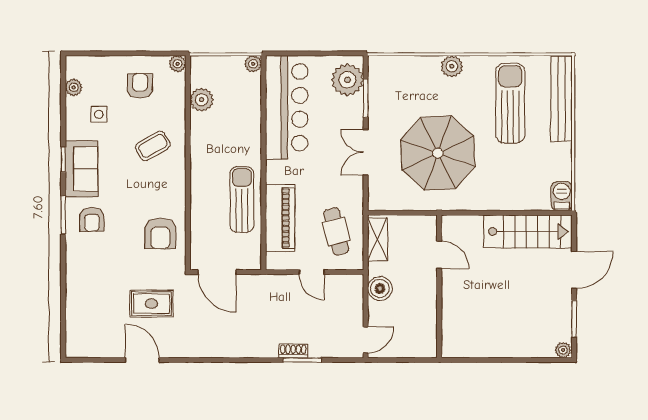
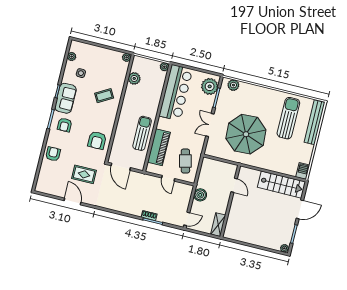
plant: (452, 66) -> (233, 85), moved
armchair: (140, 86) -> (53, 154), moved
shelving: (377, 239) -> (218, 225), moved

